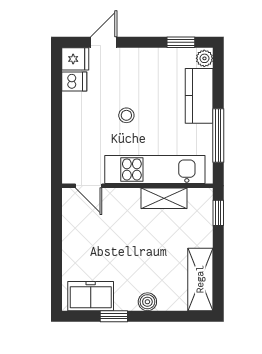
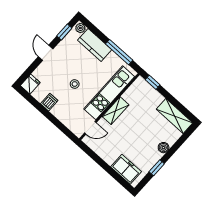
door: (104, 42) -> (46, 53), moved
dishwasher: (74, 81) -> (49, 102), moved
shelving: (164, 198) -> (116, 111), moved
freezer: (91, 296) -> (126, 169), moved, turned 90

